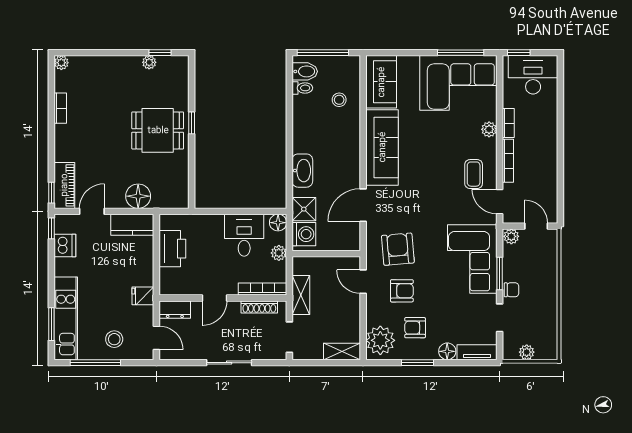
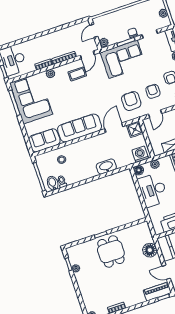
door: (363, 205) -> (114, 128), swing flipped
shower: (304, 209) -> (135, 129), moved
desk: (244, 235) -> (153, 190), width x1.37
armchair: (398, 249) -> (131, 101), turned 95

